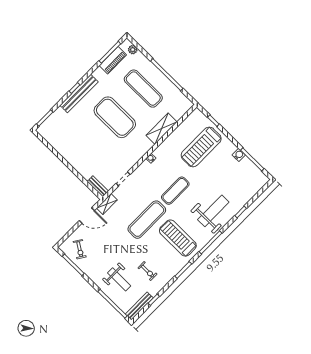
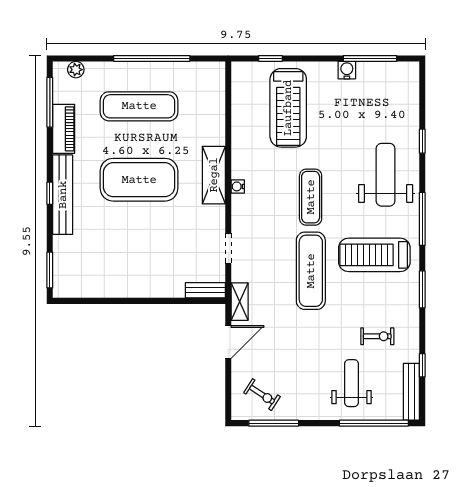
piano: (113, 60) -> (64, 129), moved
shelving: (162, 129) -> (214, 175), moved
weight bench: (119, 279) -> (352, 383), turned -90

